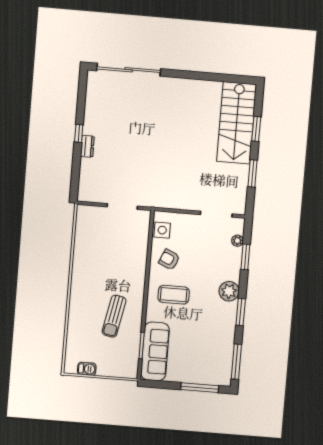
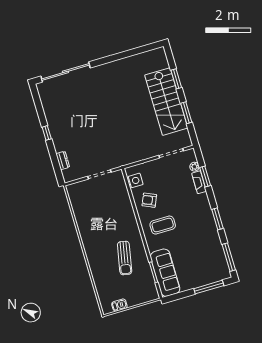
stairs: (237, 123) -> (166, 102), moved
dresser: (87, 146) -> (63, 160), moved
fireplace: (236, 261) -> (199, 182), added
plant: (229, 291) -> (203, 207), removed

